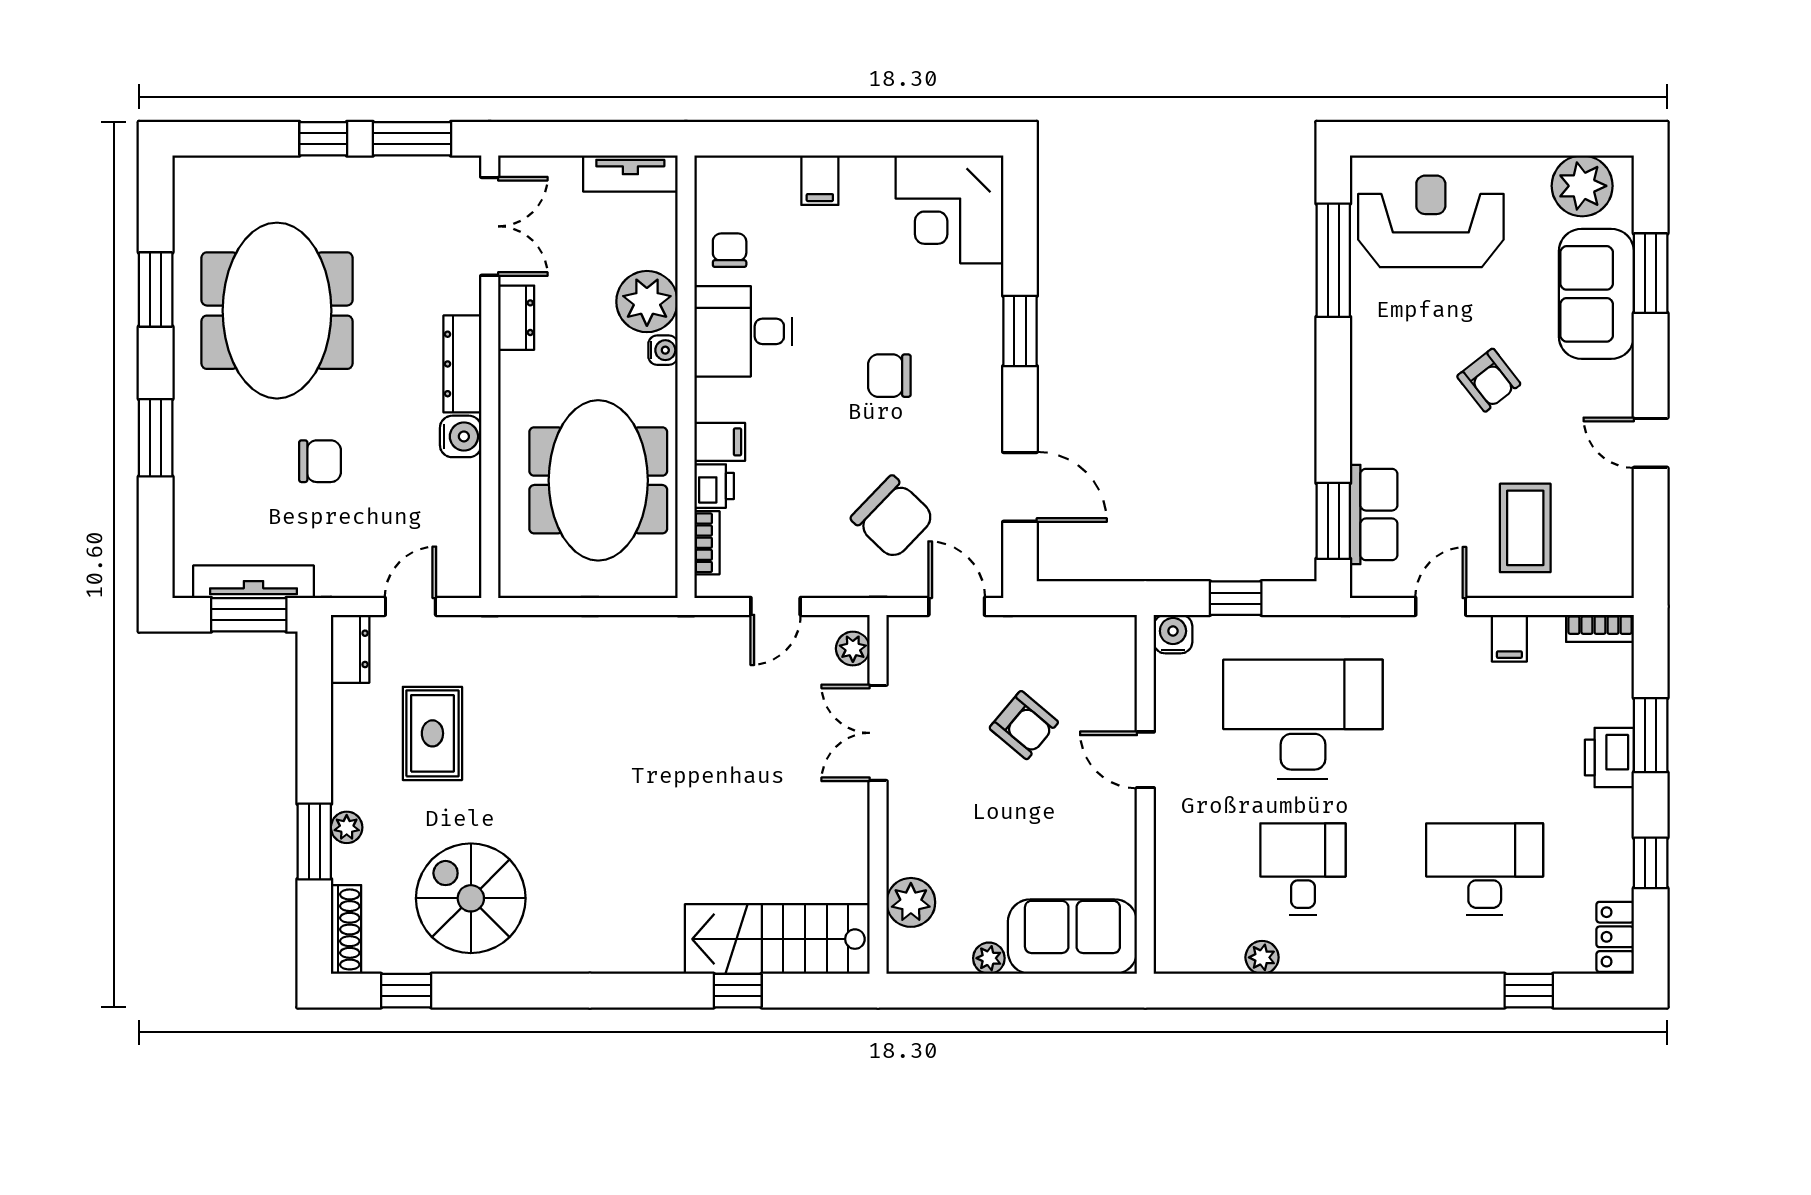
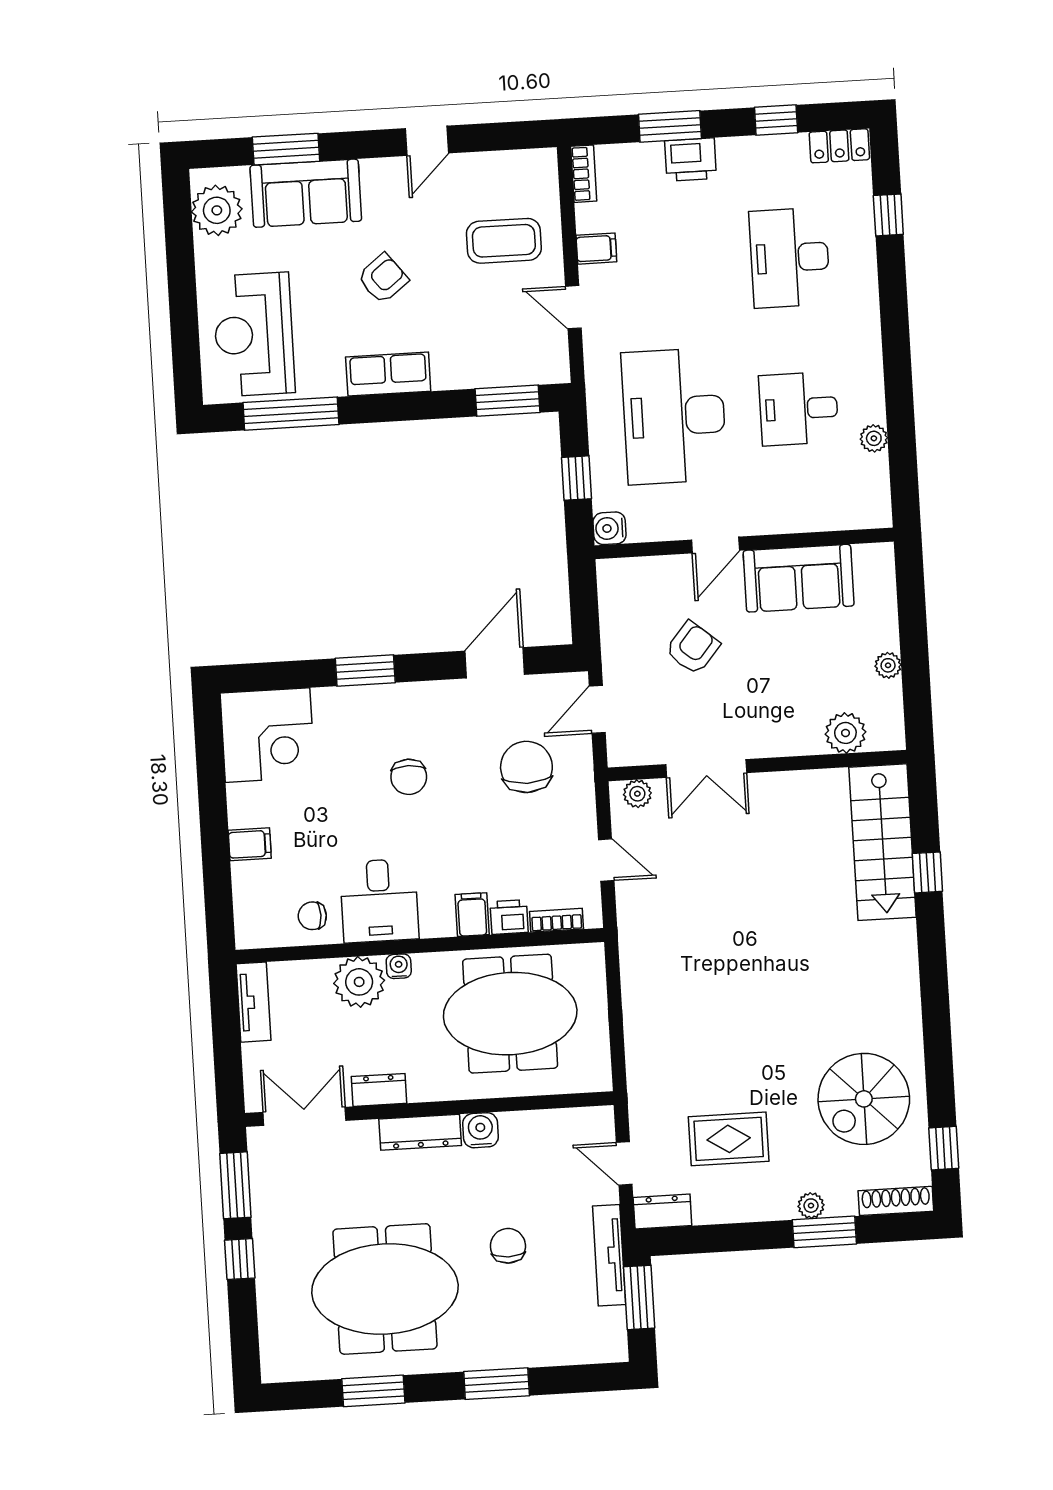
row of seats: (1374, 514) -> (388, 374), moved
chair: (893, 517) -> (526, 767), turned -44
tv unit: (253, 582) -> (609, 1255), moved
sofa: (1072, 937) -> (799, 578), moved, turned -90

